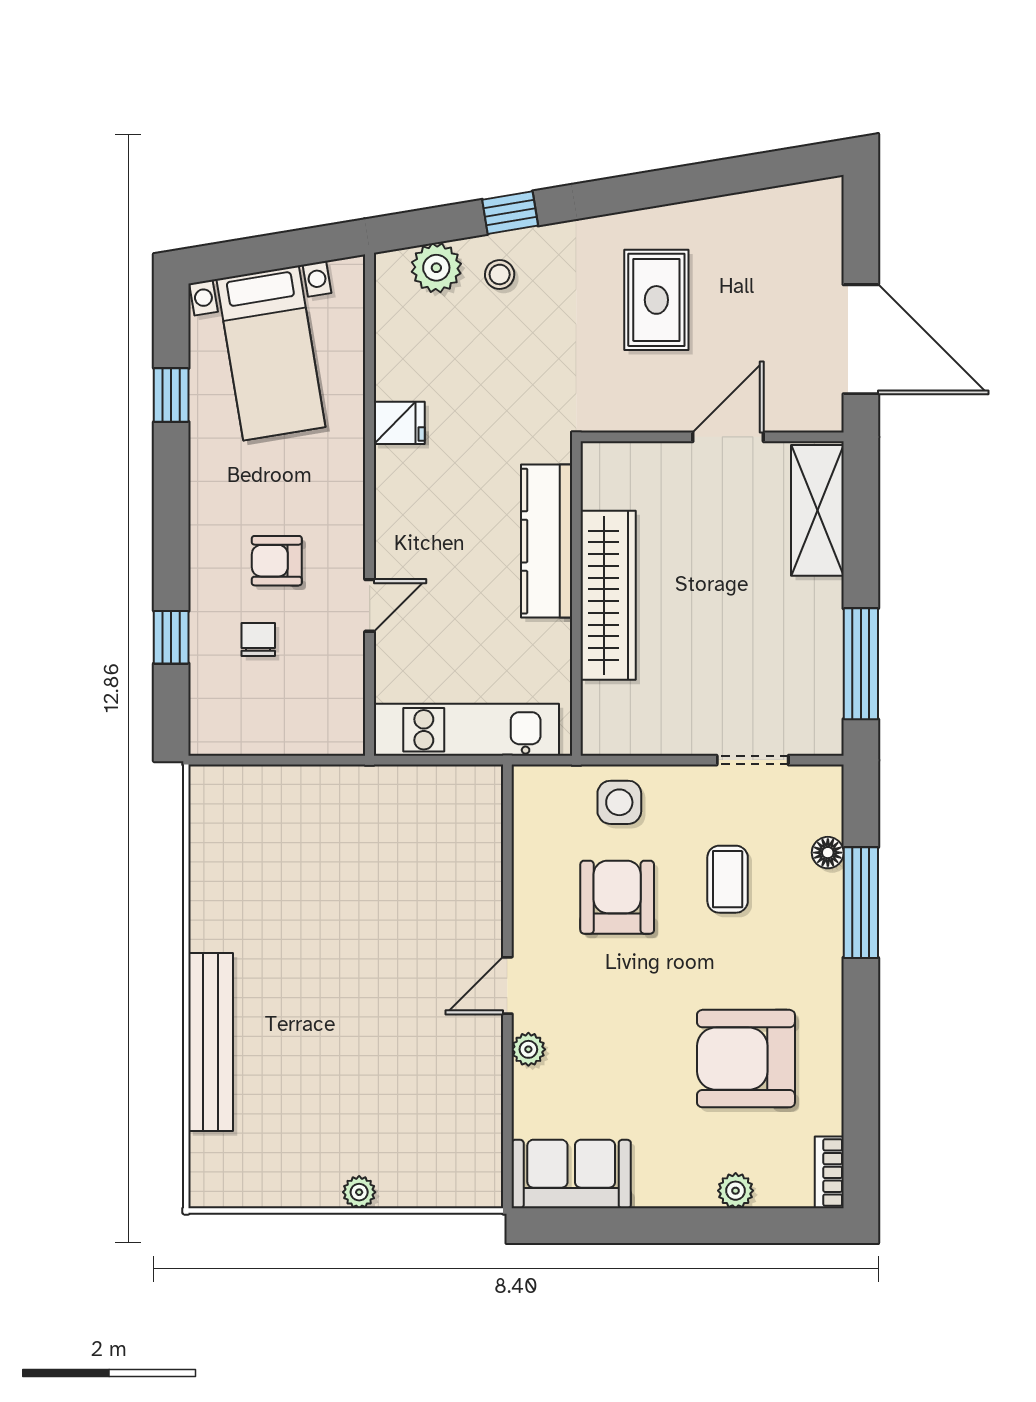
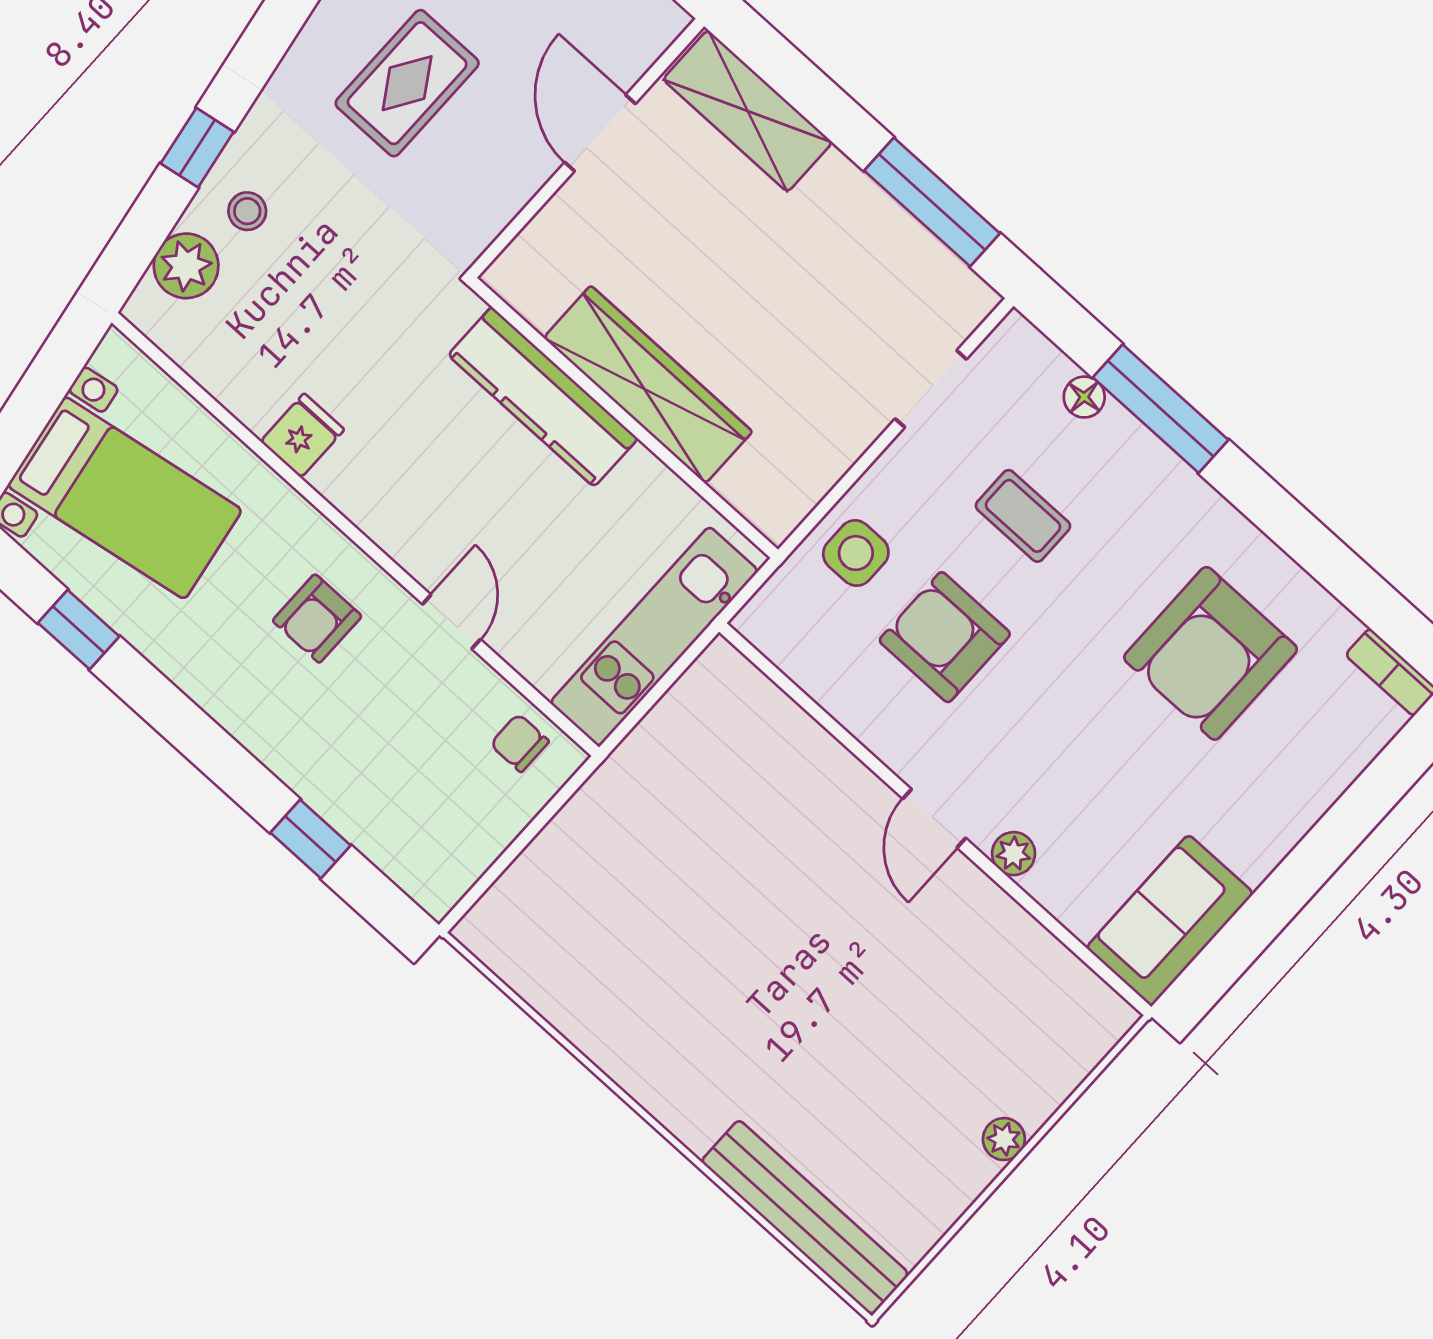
rug: (656, 300) -> (407, 83), turned 90
armchair: (277, 561) -> (317, 619), moved
chair: (258, 639) -> (520, 743), moved
bench: (211, 1042) -> (805, 1217), moved
plant: (736, 1191) -> (1328, 778), removed

